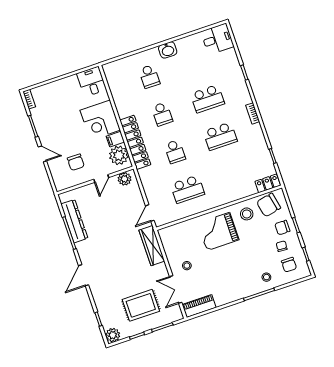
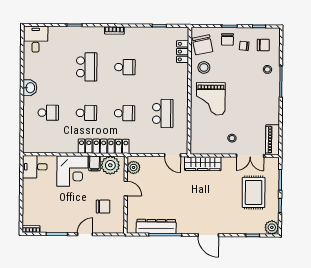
school desk: (220, 136) -> (125, 67), width x0.54
locker: (268, 183) -> (183, 52), moved

